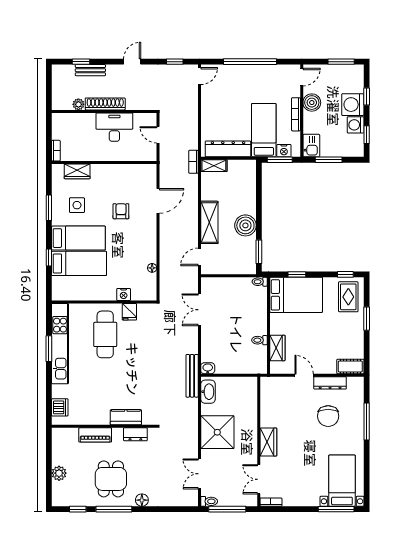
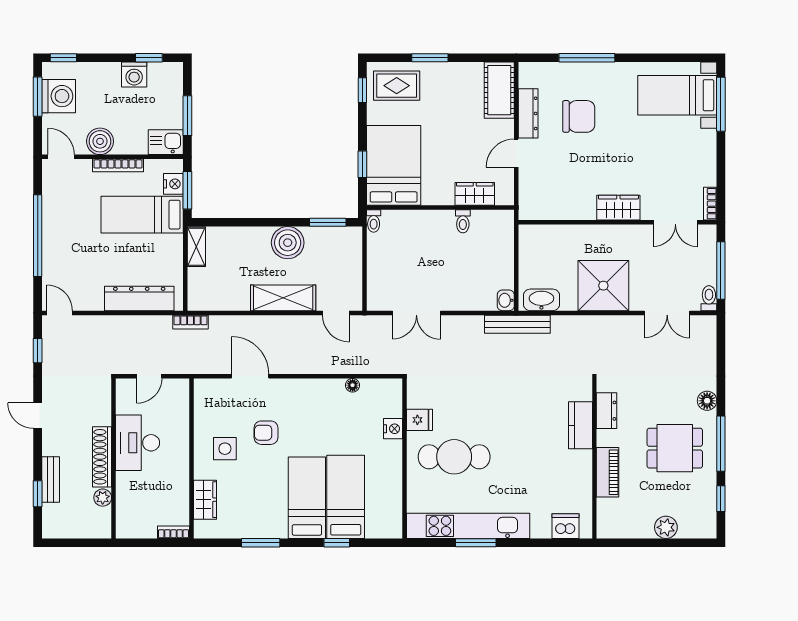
window: (367, 96) -> (63, 58), moved
washing machine: (353, 105) -> (59, 96), moved, turned -90
dresser: (228, 149) -> (139, 298), moved, turned 90
shelving: (214, 166) -> (196, 247), moved
side table: (77, 205) -> (225, 449), moved
cot: (350, 366) -> (499, 90), width x1.37, depth x1.34

